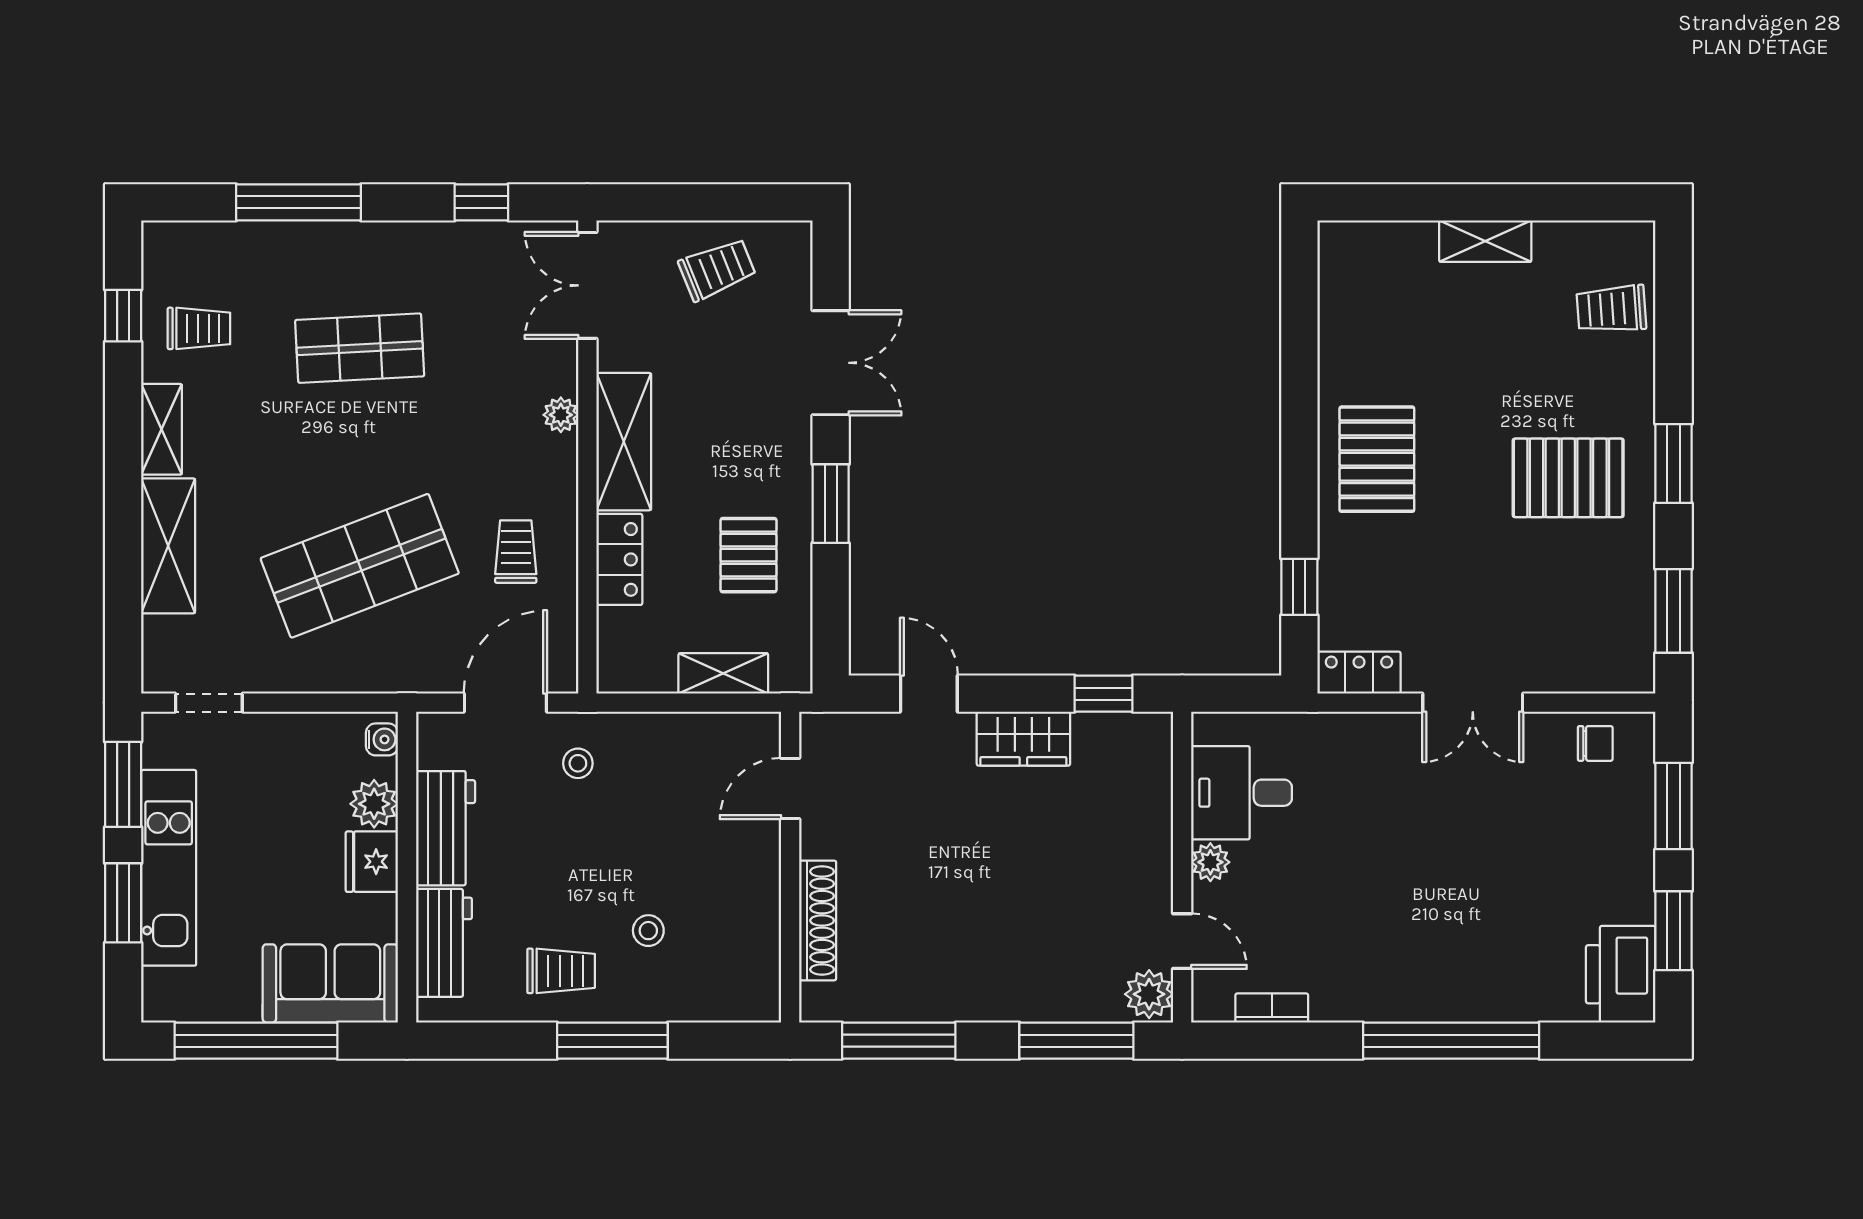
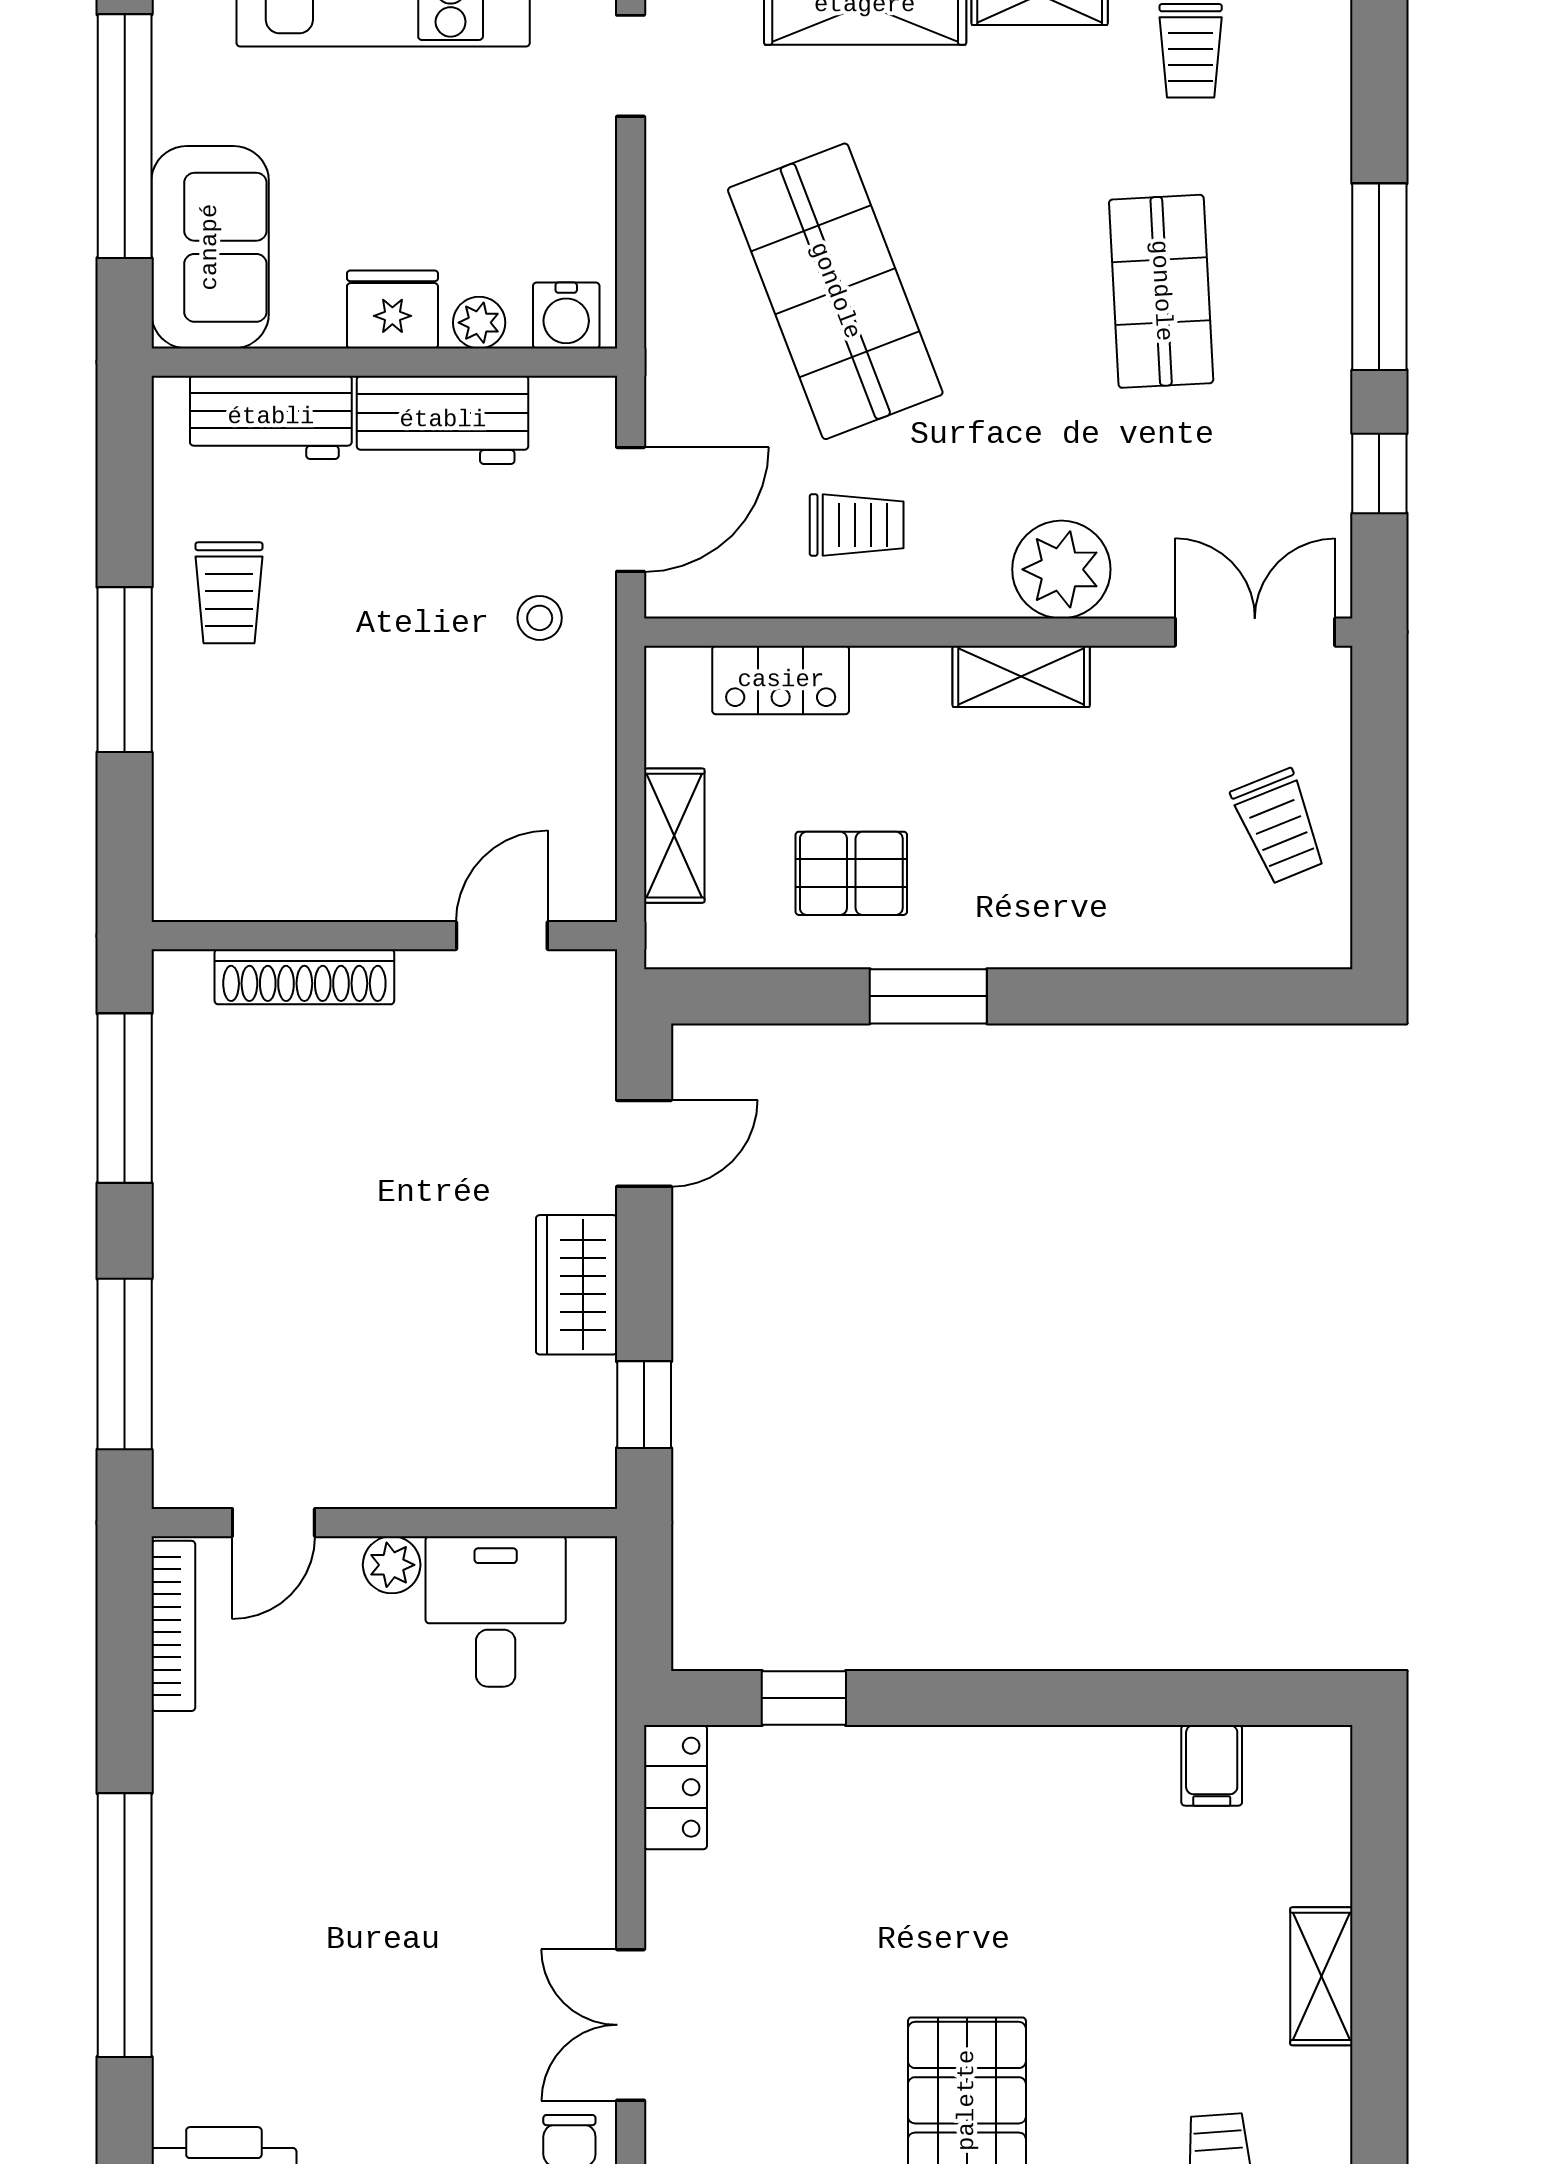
window: (298, 202) -> (1379, 277), moved
filing cabinet: (1344, 314) -> (1212, 1765), added
double door: (831, 363) -> (1139, 996), removed
plant: (561, 415) -> (1061, 569), width x1.88, depth x1.88
shelving: (624, 442) -> (1021, 676), width x0.67, depth x0.75
pallet: (1377, 459) -> (995, 1814), removed
locker: (619, 559) -> (781, 680), moved
door: (505, 703) -> (631, 509), hinge flipped
double door: (1473, 703) -> (631, 2025), moved
water cooler: (382, 739) -> (566, 316), width x1.38, depth x1.38
door: (790, 789) -> (502, 936), hinge flipped
plant: (374, 804) -> (479, 323), width x0.73, depth x0.73
stool: (648, 931) -> (289, 723), removed
plant: (1149, 994) -> (194, 1473), removed
bookcase: (1272, 1008) -> (173, 1626), width x1.56

